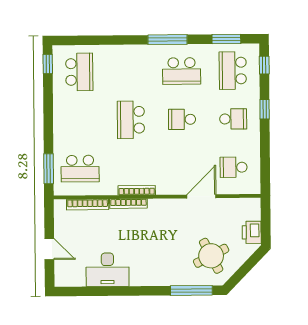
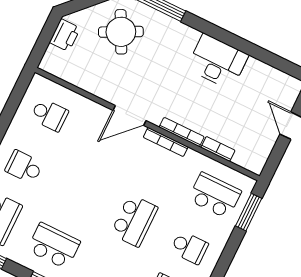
school desk: (182, 119) -> (189, 247), moved
door: (201, 196) -> (129, 115), moved
bookcase: (88, 205) -> (218, 149), width x0.64
desk: (107, 270) -> (218, 62), moved

